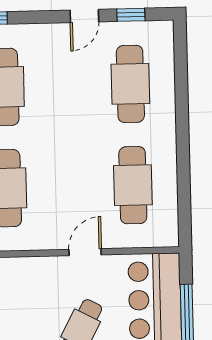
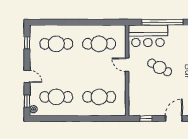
door: (84, 16) -> (27, 76), moved

